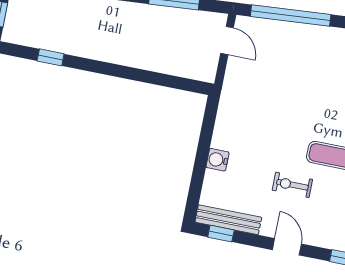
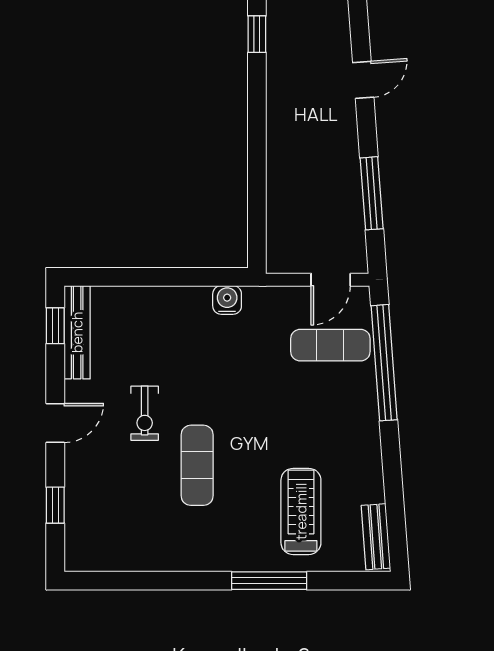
exercise mat: (271, 50) -> (330, 345), added
water cooler: (218, 160) -> (227, 300), moved
exercise bike: (292, 185) -> (145, 413), turned 180

